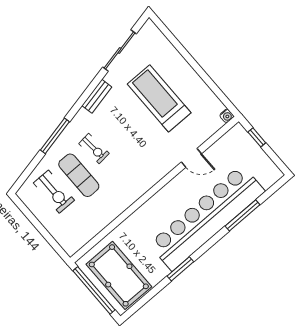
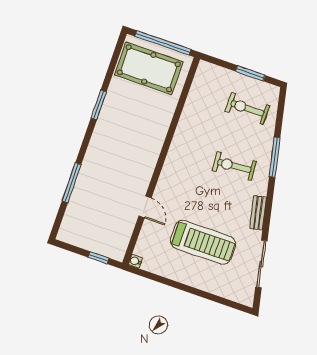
exercise bike: (94, 149) -> (234, 166), width x1.38, depth x1.39
door: (191, 158) -> (145, 207), swing flipped
exercise mat: (79, 175) -> (234, 135), removed
bar counter: (207, 218) -> (101, 163), removed
window: (34, 220) -> (250, 73), added

